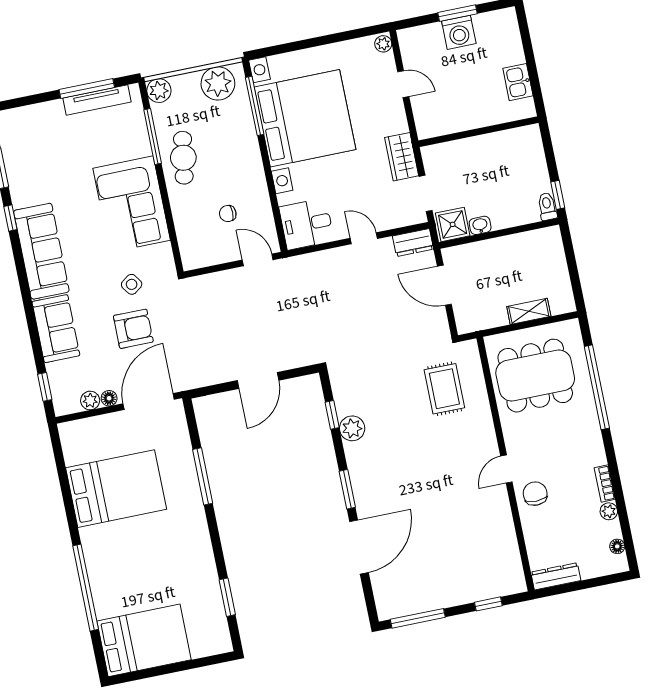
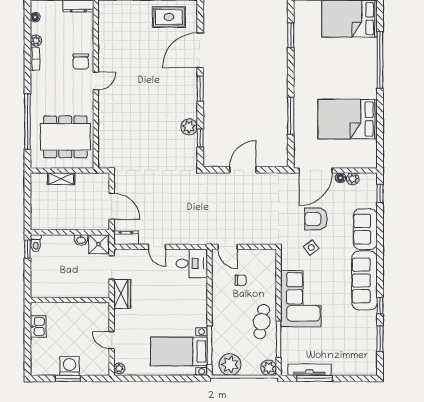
bed with nightstands: (305, 118) -> (179, 352), width x0.54
rug: (444, 389) -> (169, 17), moved, turned 90

